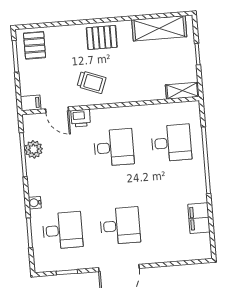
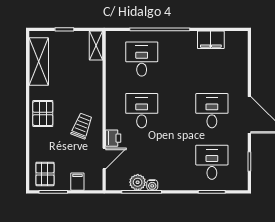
pallet: (35, 45) -> (45, 174), turned 90
filing cabinet: (31, 103) -> (77, 182), moved
water cooler: (35, 203) -> (152, 185), moved

